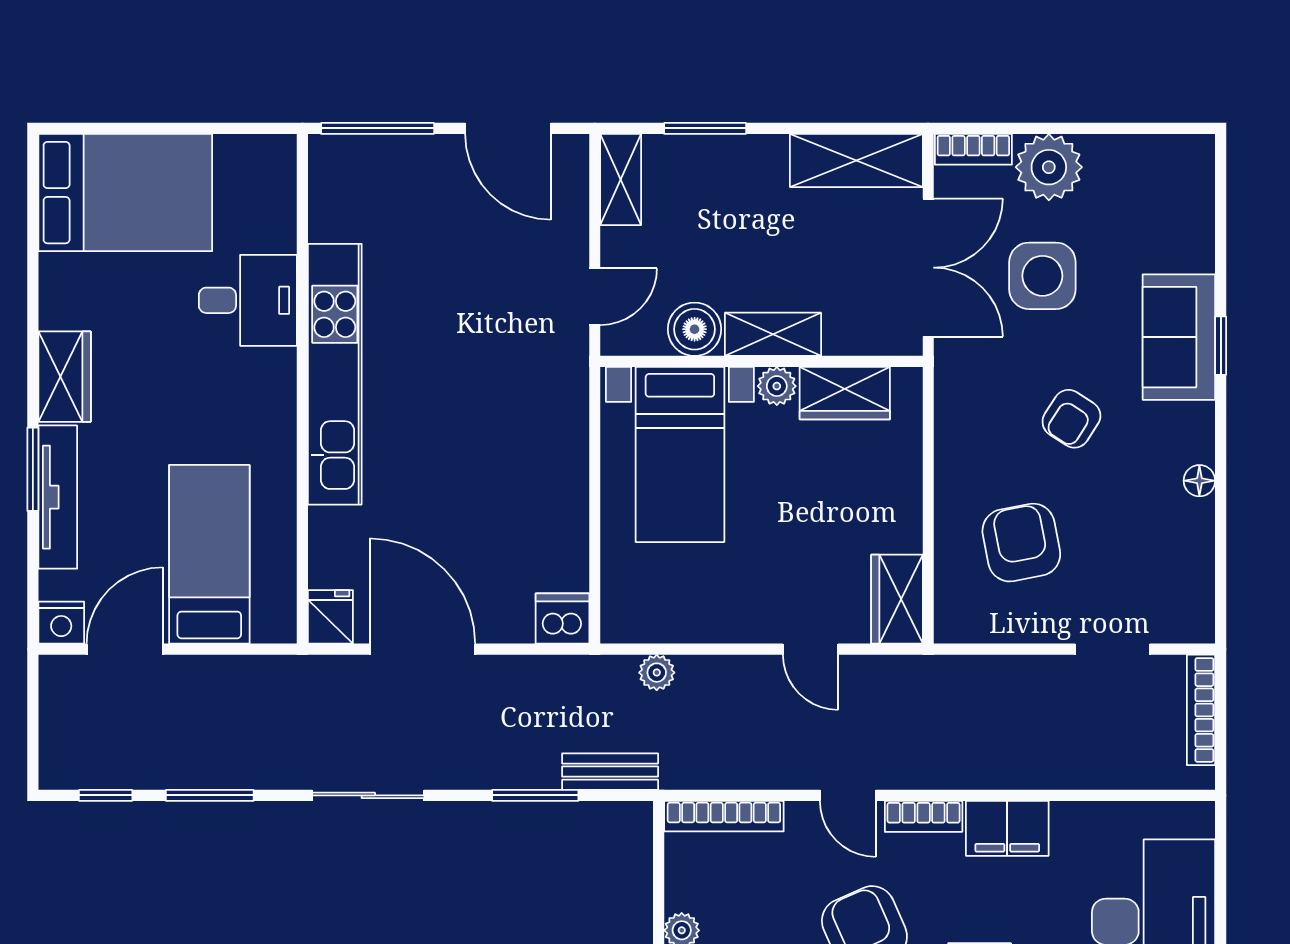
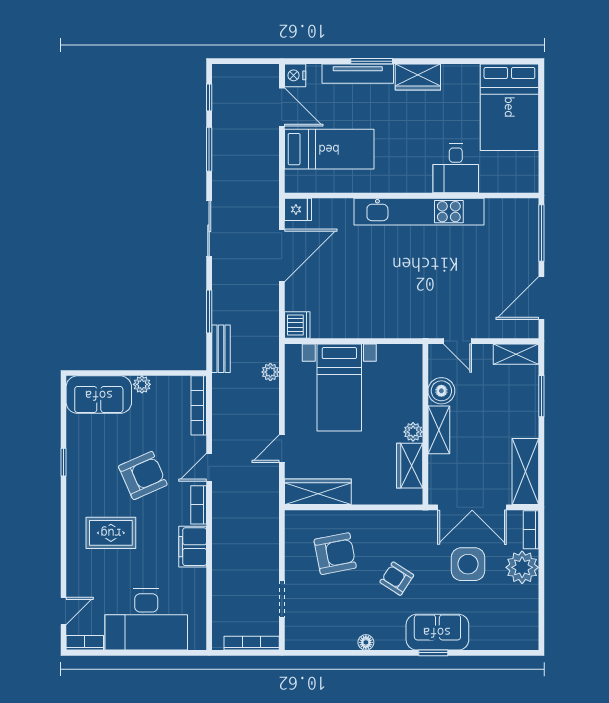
bed with nightstands: (680, 454) -> (339, 387), moved, turned -90
wardrobe: (897, 599) -> (318, 492), width x1.50

